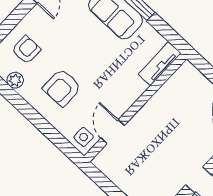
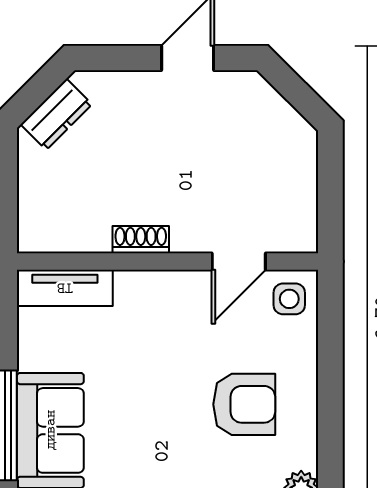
shoe rack: (152, 105) -> (141, 240), added

